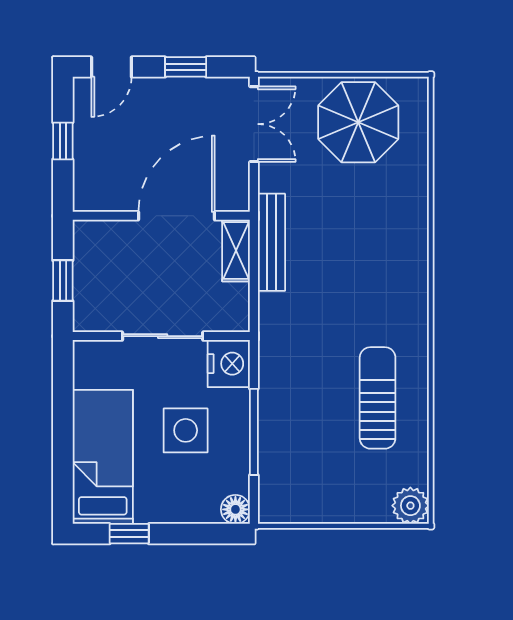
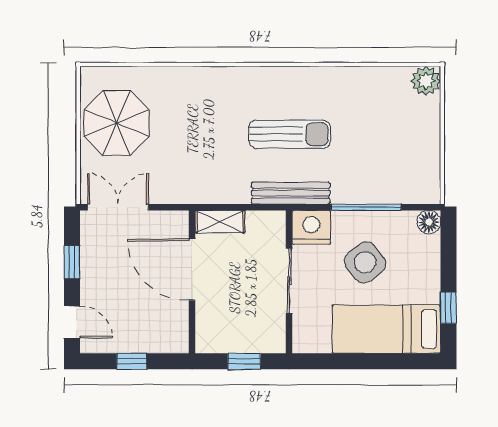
bench: (271, 242) -> (291, 193), moved
sun lounger: (378, 398) -> (290, 134), moved, turned 180
side table: (186, 430) -> (365, 262), turned -38

